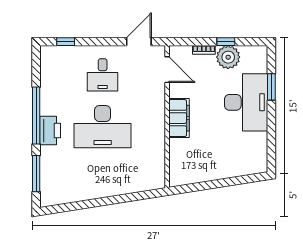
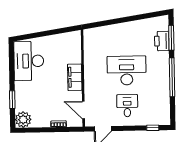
window: (226, 42) -> (44, 130), removed
plant: (228, 57) -> (23, 120), moved
desk: (246, 102) -> (29, 61), moved
printer: (50, 131) -> (162, 41), moved

